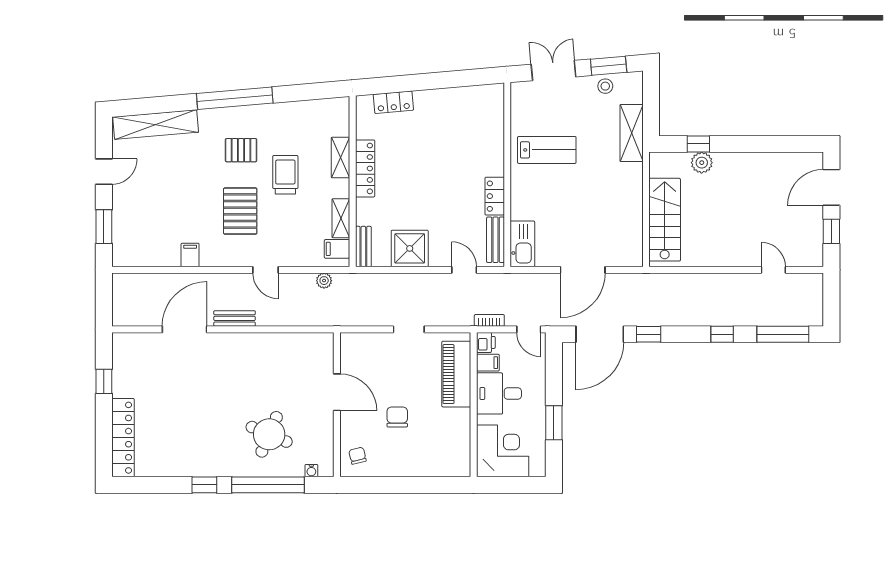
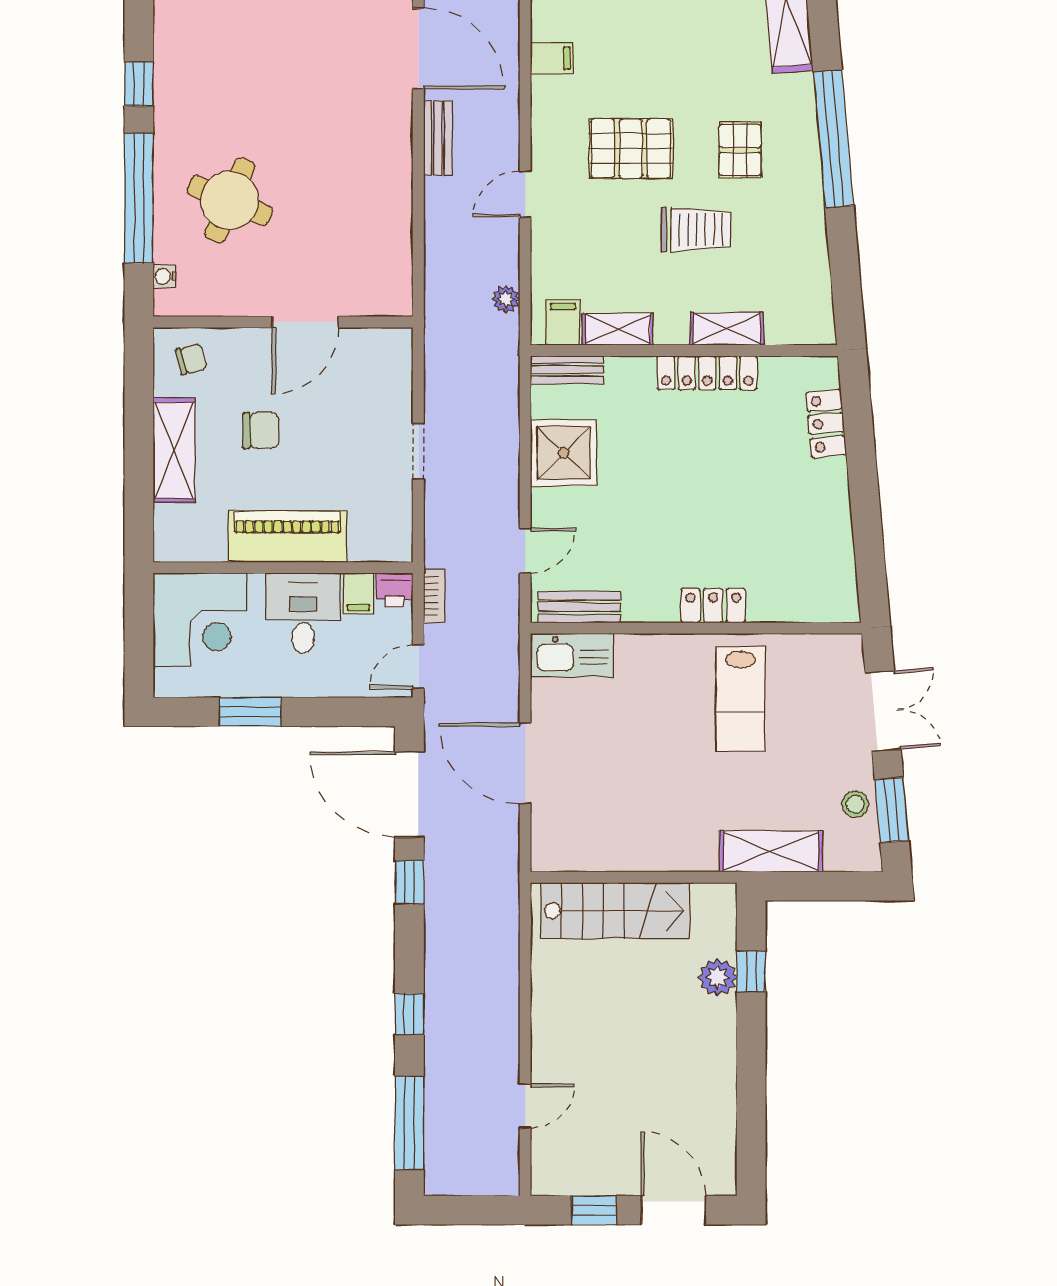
locker: (495, 196) -> (713, 606), moved
piano: (456, 374) -> (287, 537), moved
shelving: (408, 465) -> (174, 450), added

